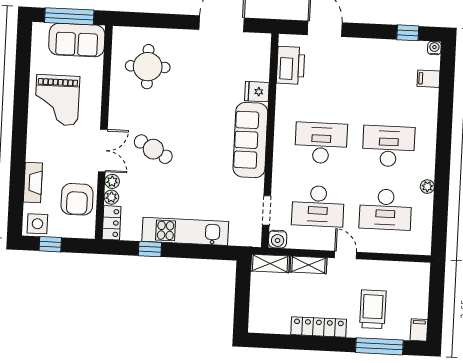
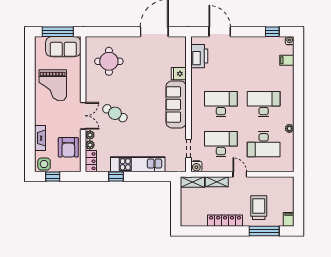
desk: (318, 206) -> (221, 144), turned 180

